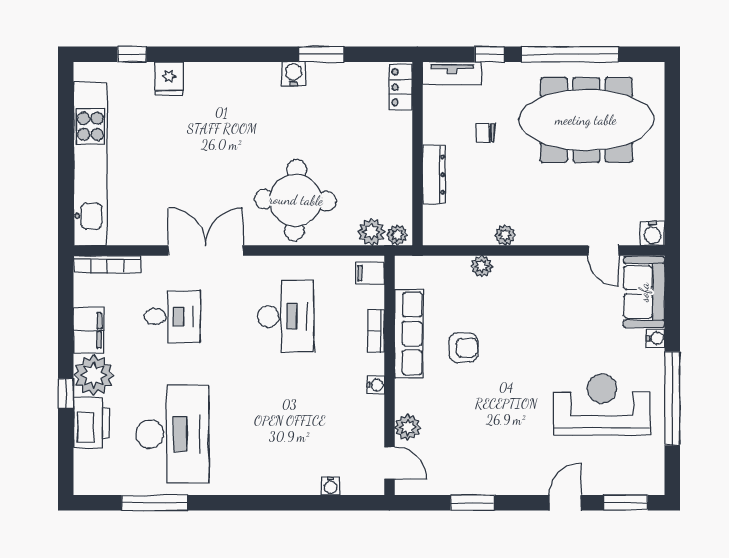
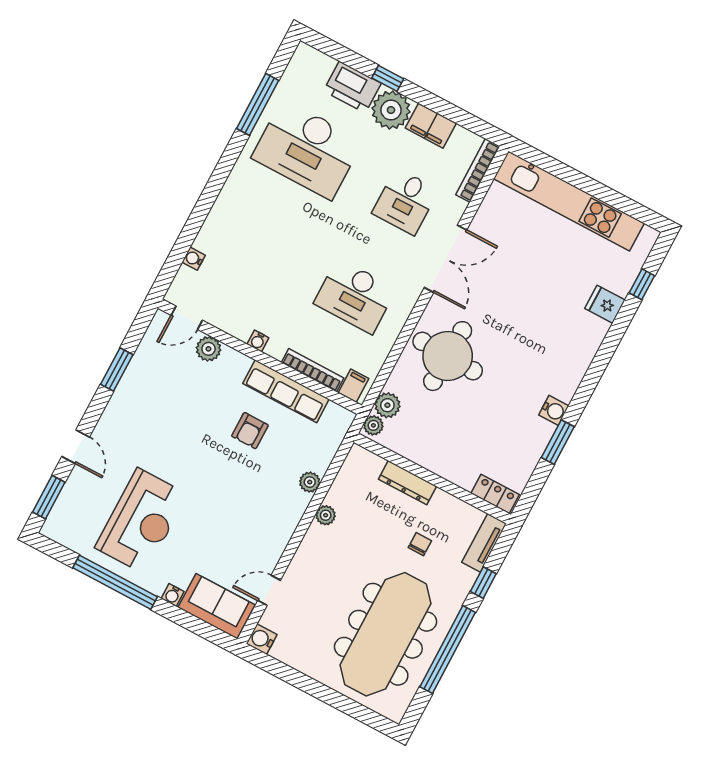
bookcase: (376, 331) -> (313, 370), width x1.56

